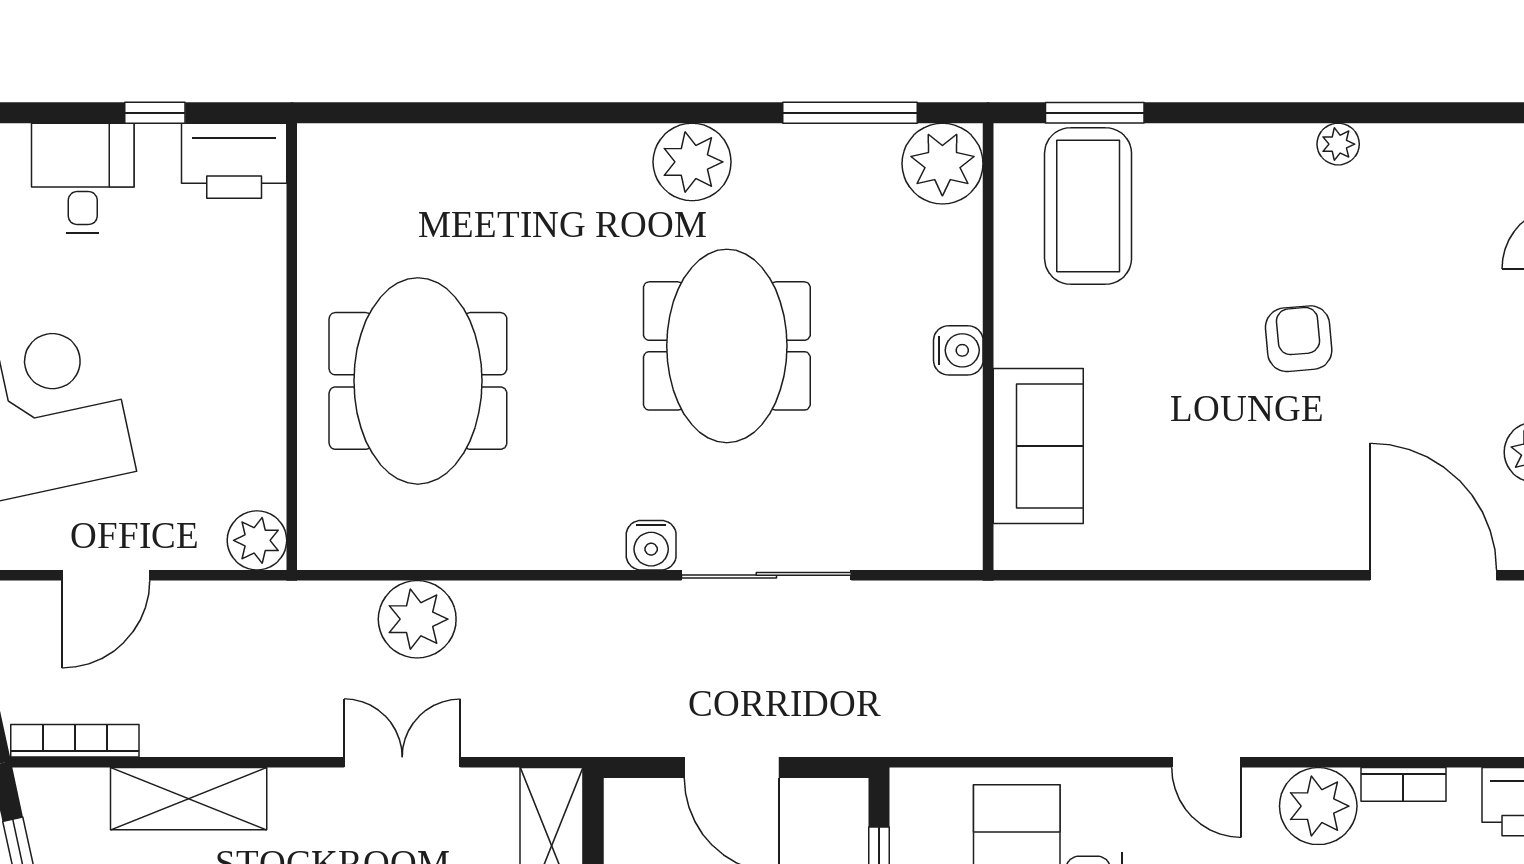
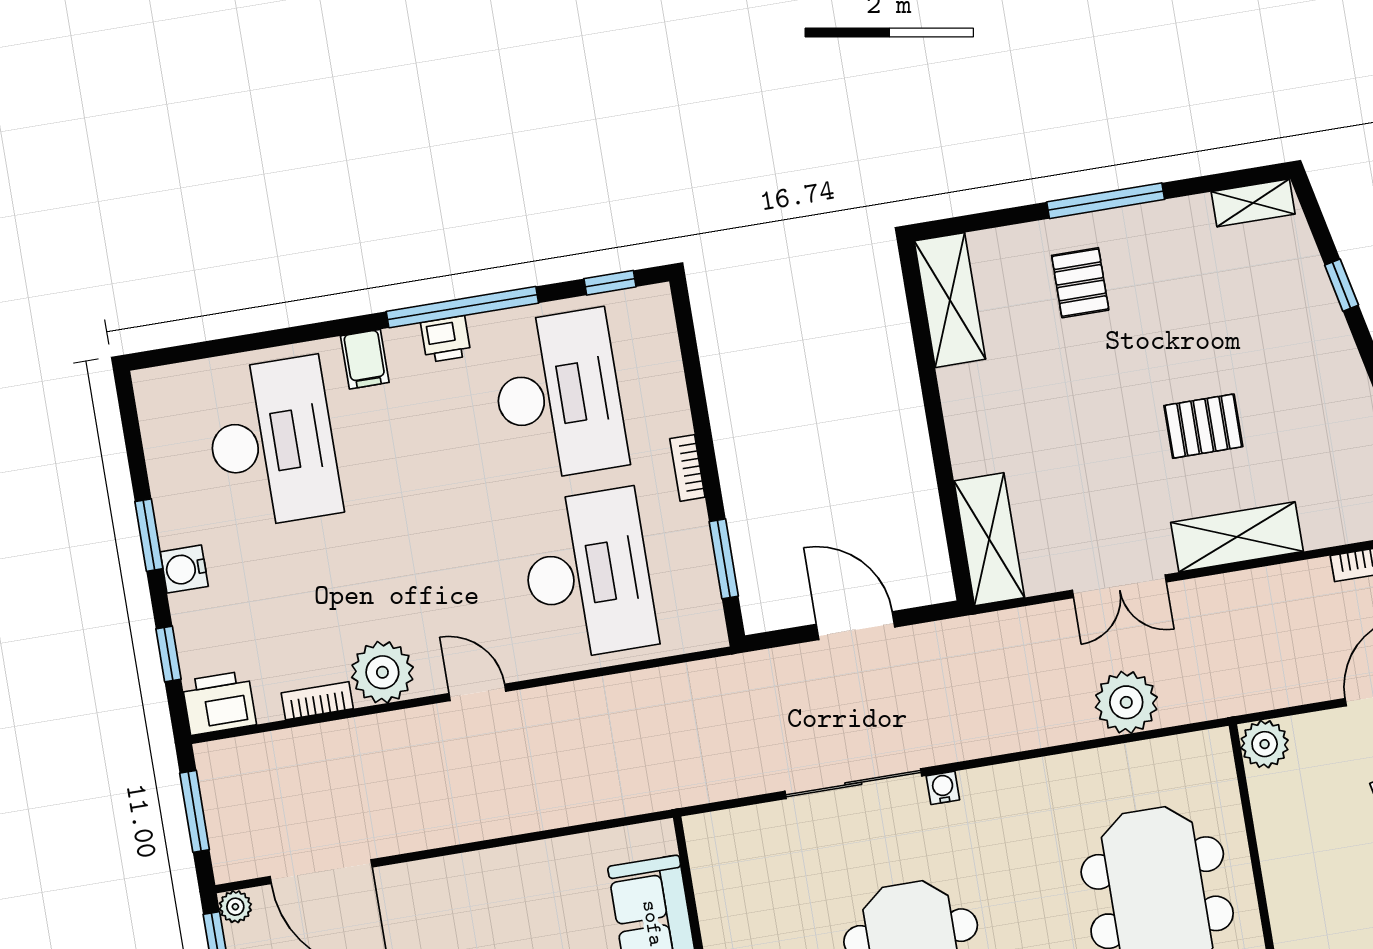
water cooler: (651, 545) -> (943, 788), width x0.72, depth x0.72
shelving: (189, 799) -> (1237, 537), moved

